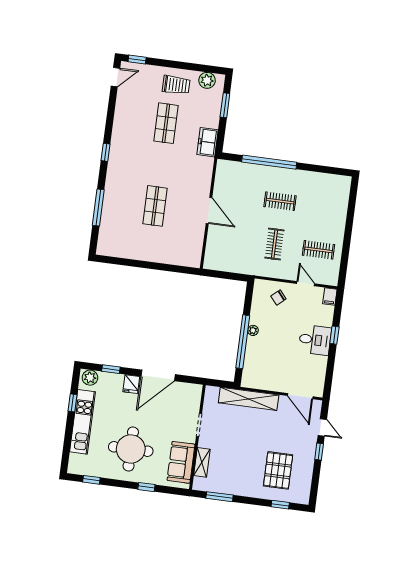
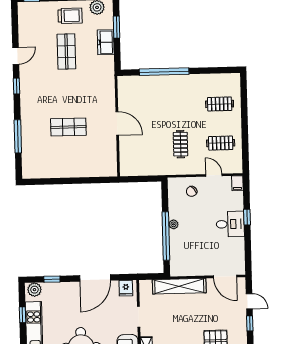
door: (115, 77) -> (16, 56), moved
freezer: (208, 142) -> (106, 42), moved
clothes rail: (280, 201) -> (220, 104), moved
shop shelf: (155, 206) -> (68, 127), turned 90
fridge: (131, 384) -> (126, 288), moved

